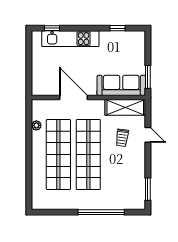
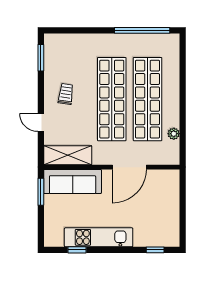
kitchen unit: (70, 39) -> (99, 237), moved
door: (74, 98) -> (129, 167), hinge flipped
trolley: (122, 138) -> (66, 94), moved
window: (101, 212) -> (142, 30), moved

